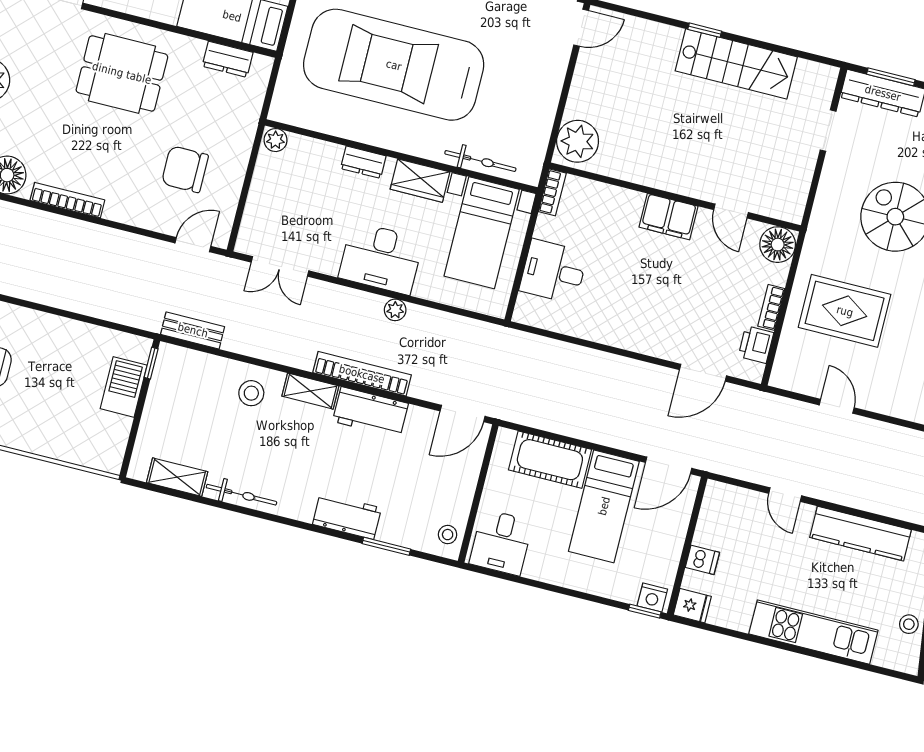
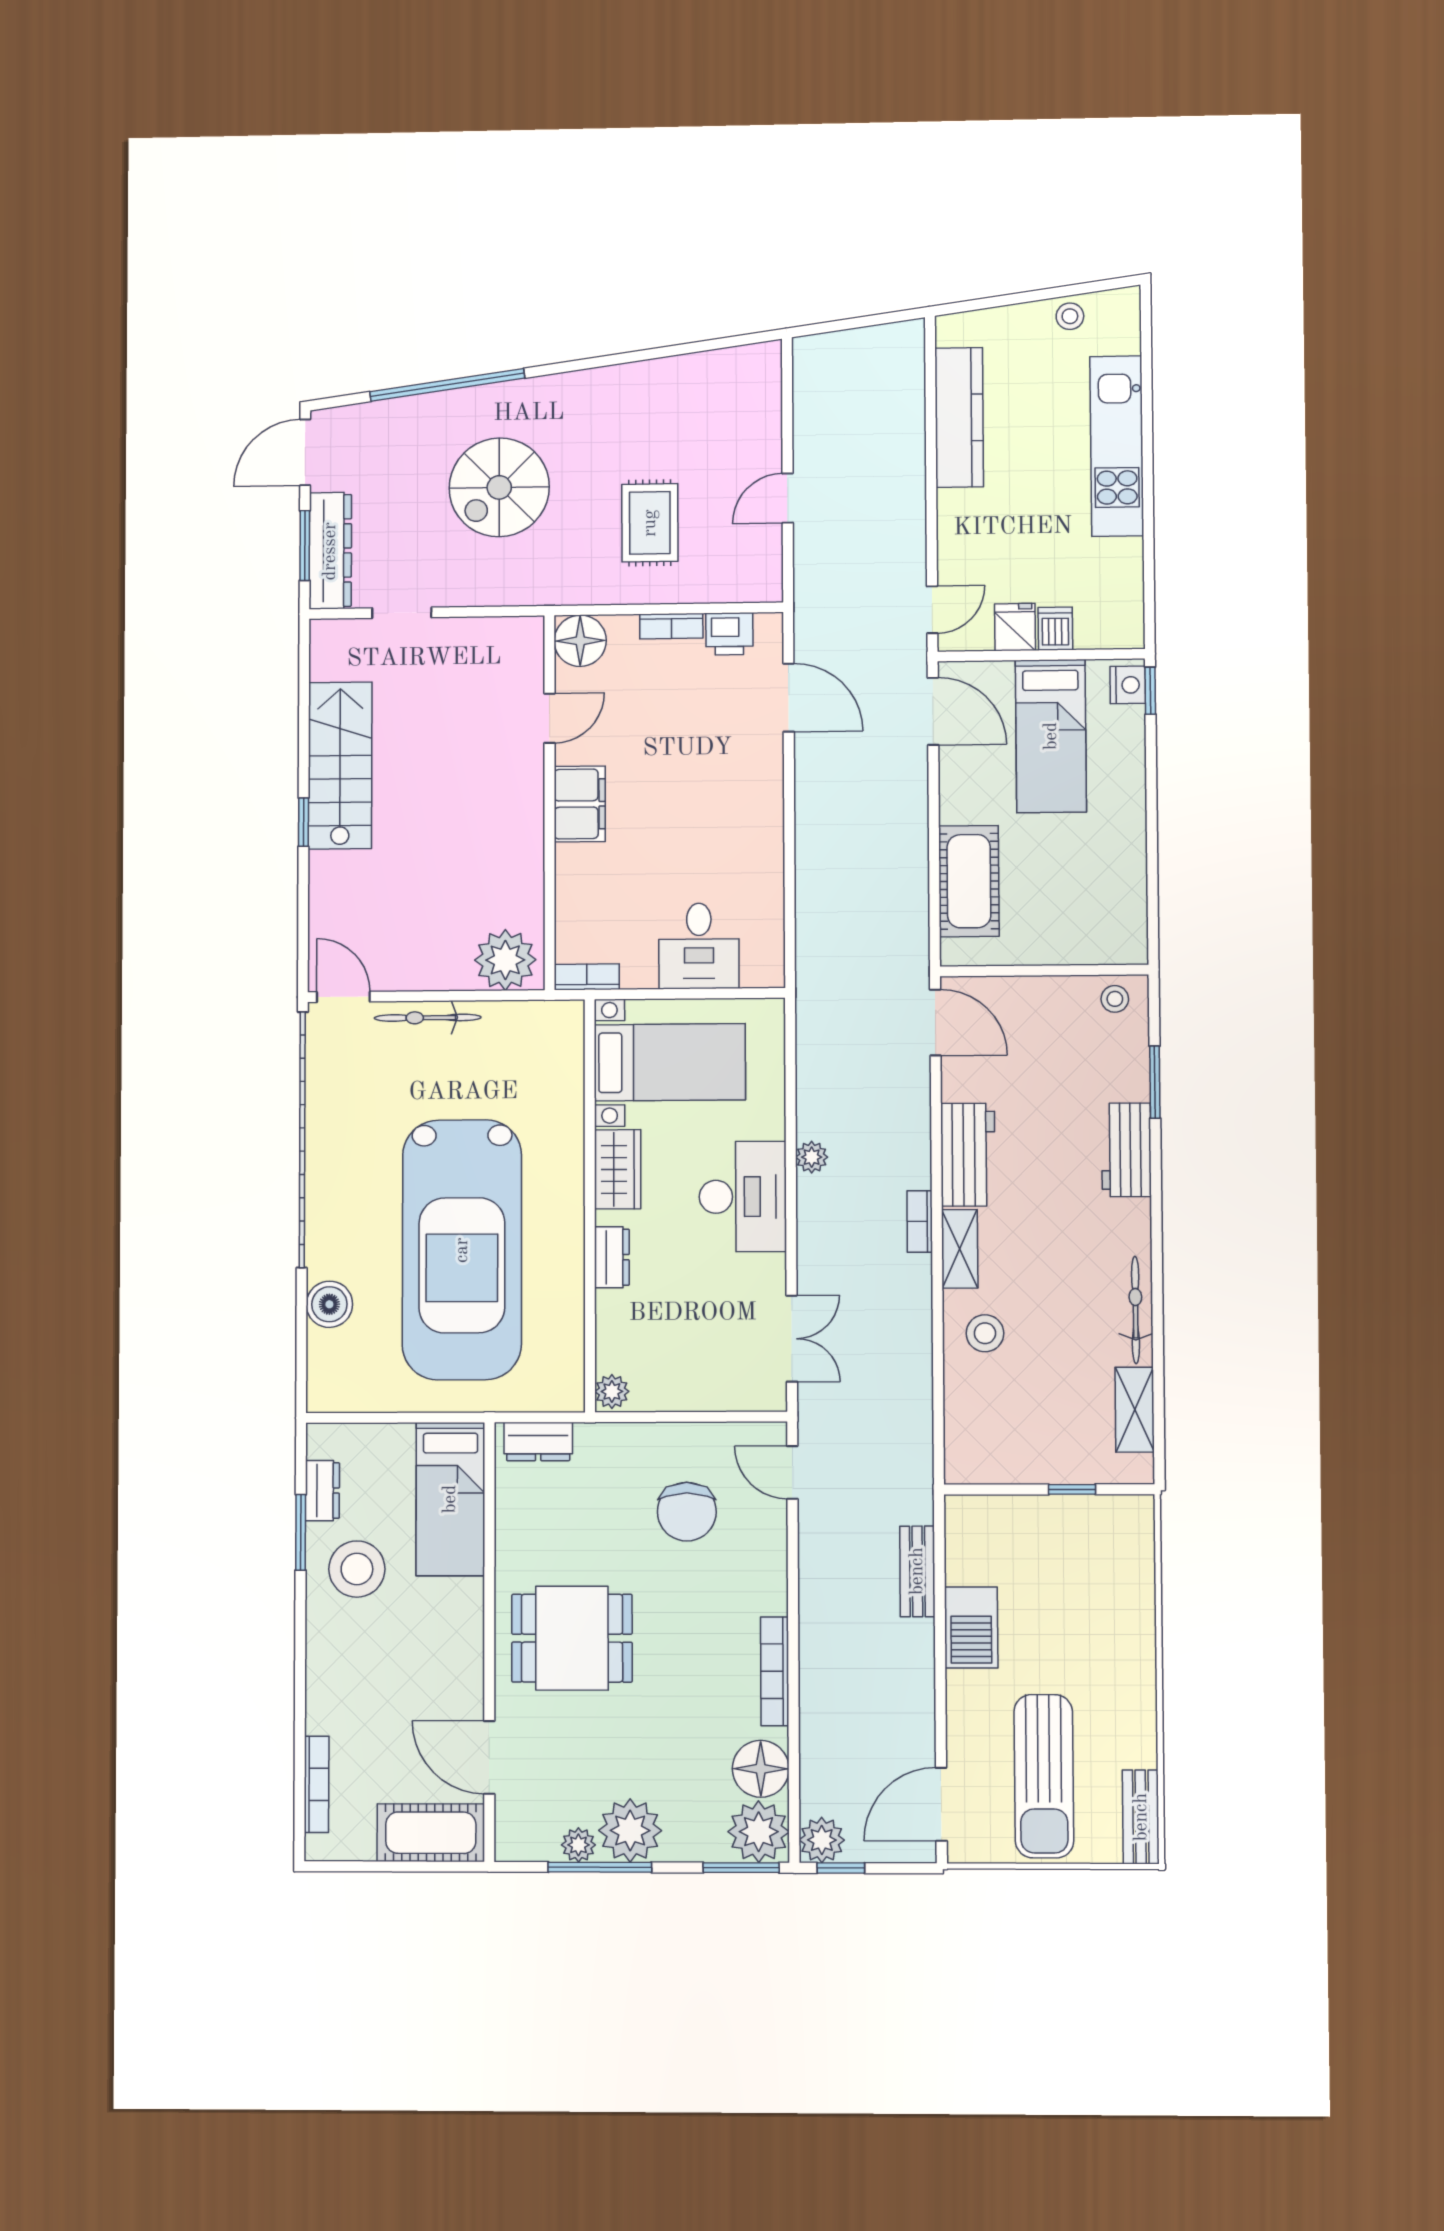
dresser: (228, 59) -> (538, 1442), moved, turned 90
dining table: (122, 73) -> (572, 1638), turned 90
bicycle: (480, 161) -> (428, 1018), moved, turned -90
rug: (845, 311) -> (650, 523), width x0.73, depth x0.70
bench: (193, 330) -> (917, 1571), moved
window: (151, 363) -> (1072, 1489), moved
bookcase: (362, 374) -> (920, 1221), width x0.43, depth x0.76
barbecue: (124, 387) -> (971, 1627), moved, turned -90
door: (785, 495) -> (932, 610), moved
bed: (604, 506) -> (1051, 736), moved, turned 90
desk: (501, 542) -> (1106, 920), removed
fridge: (692, 606) -> (1015, 627), moved

